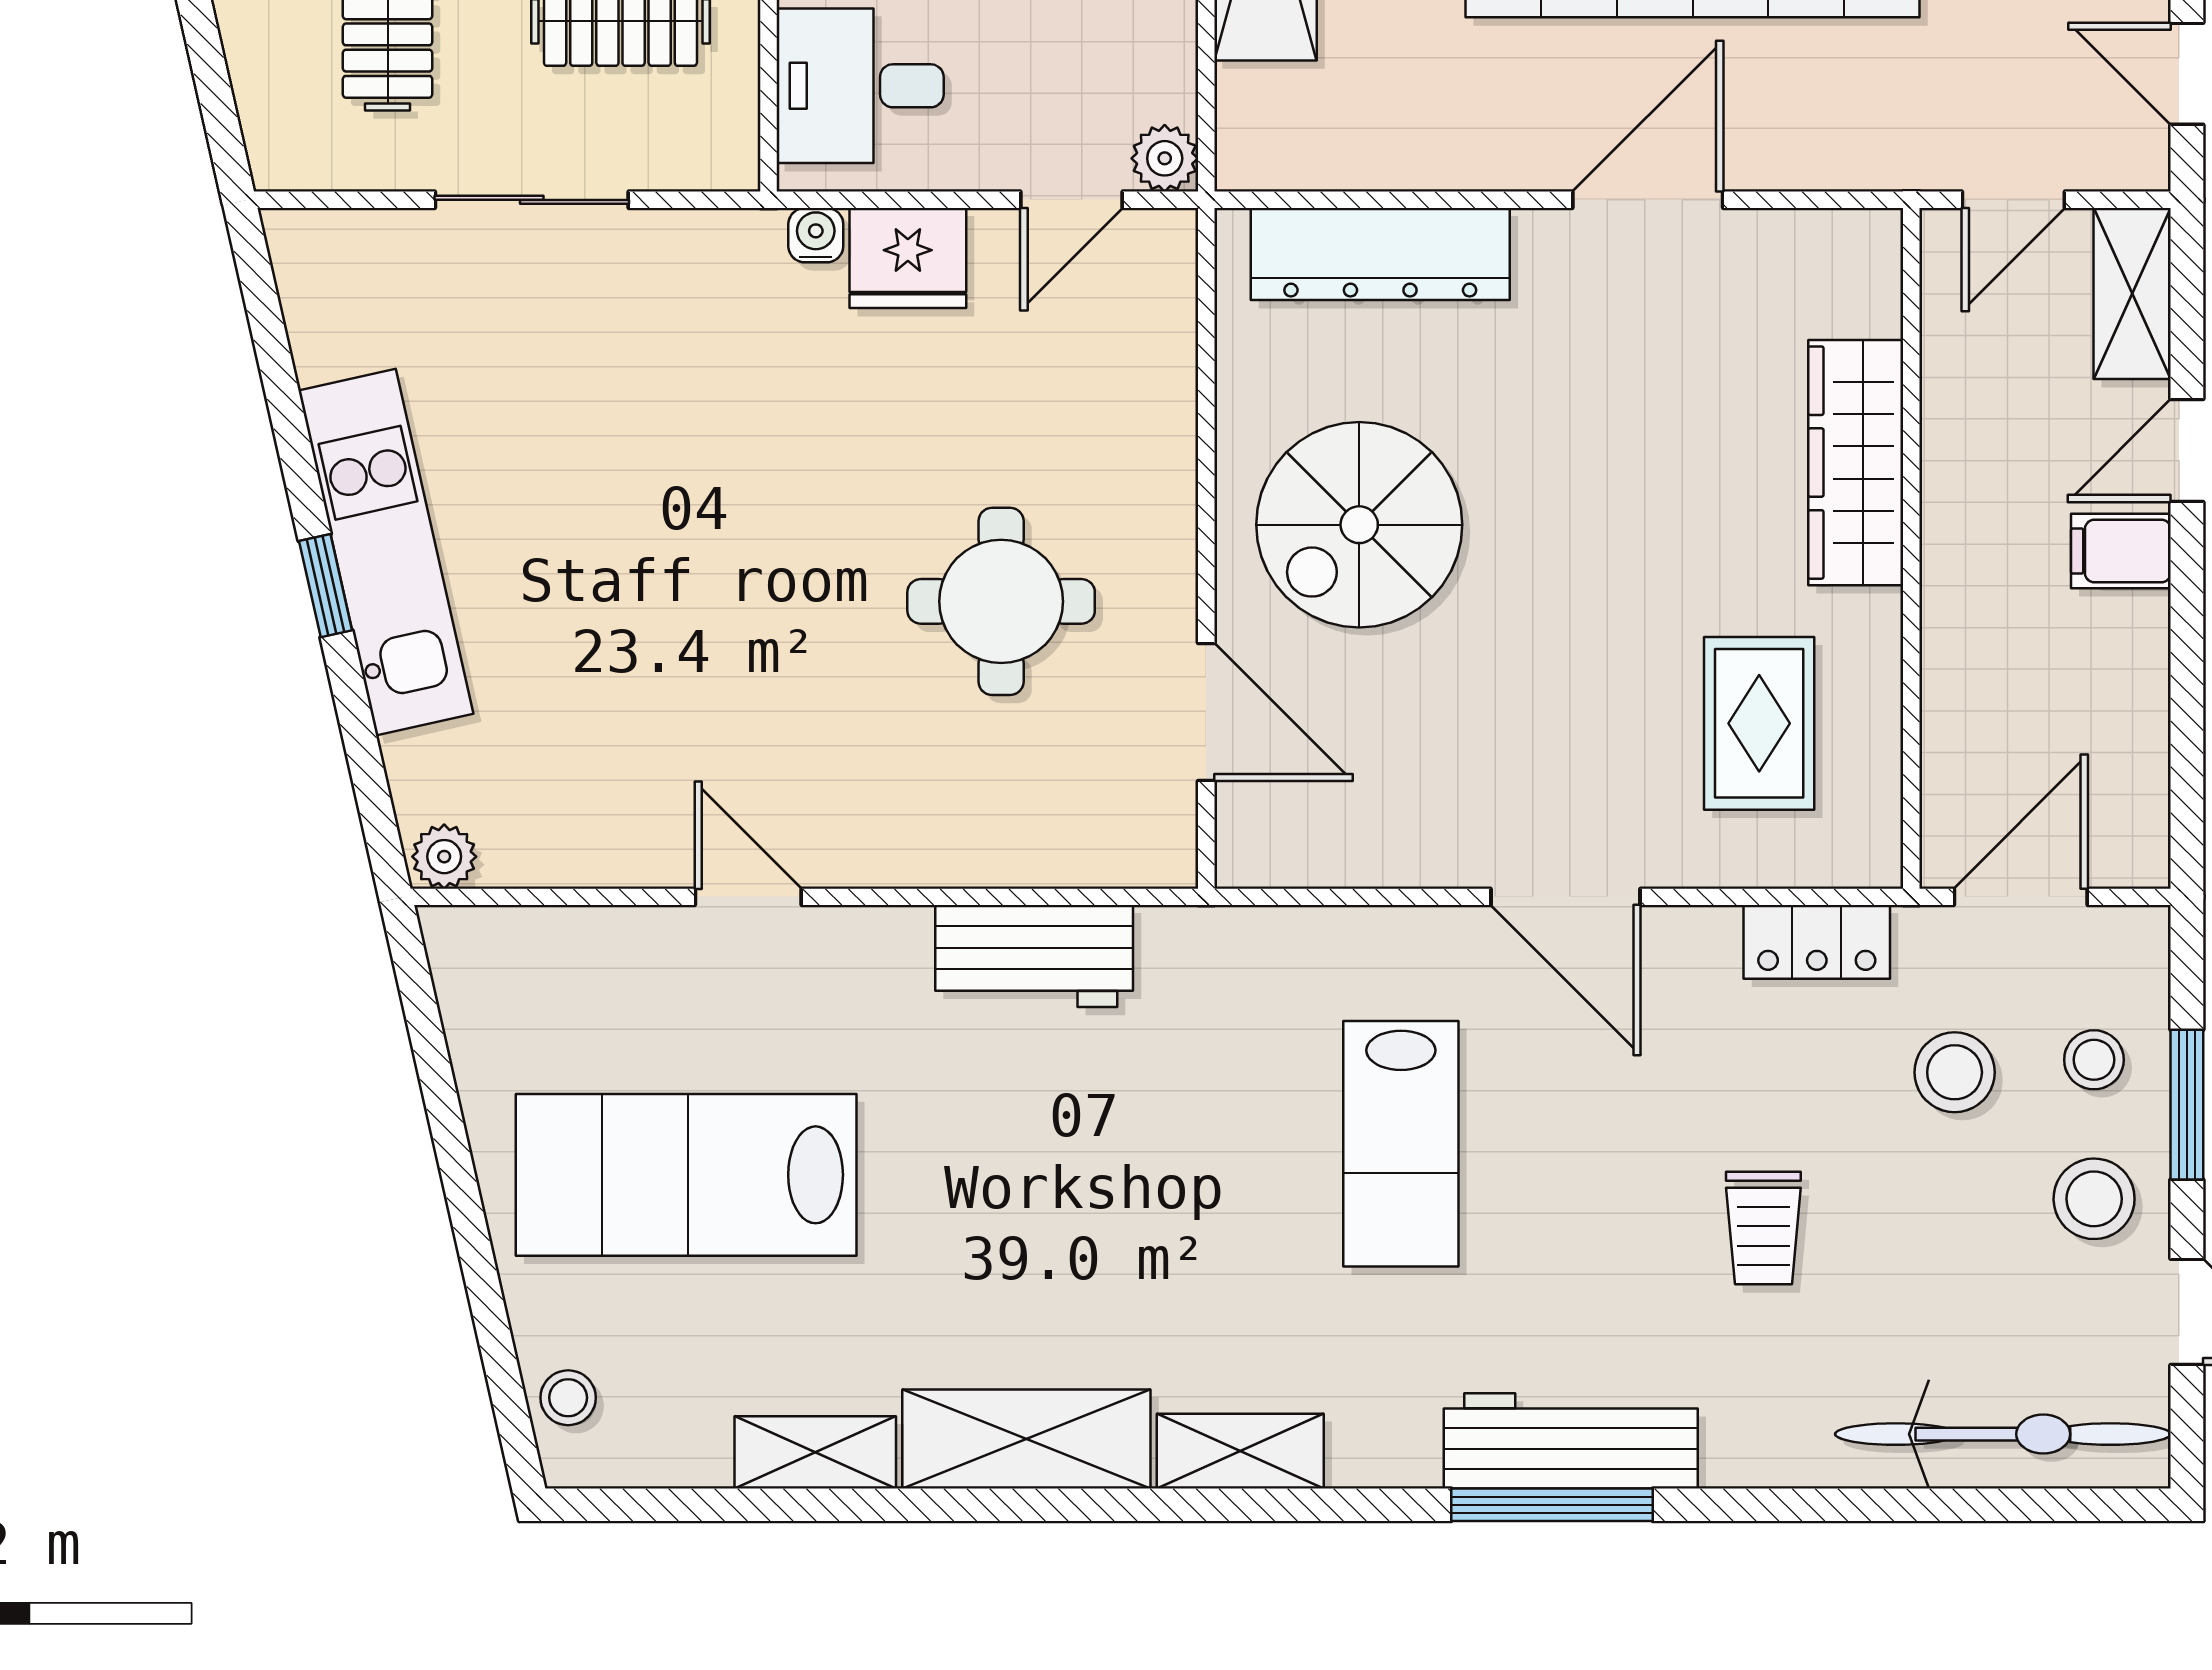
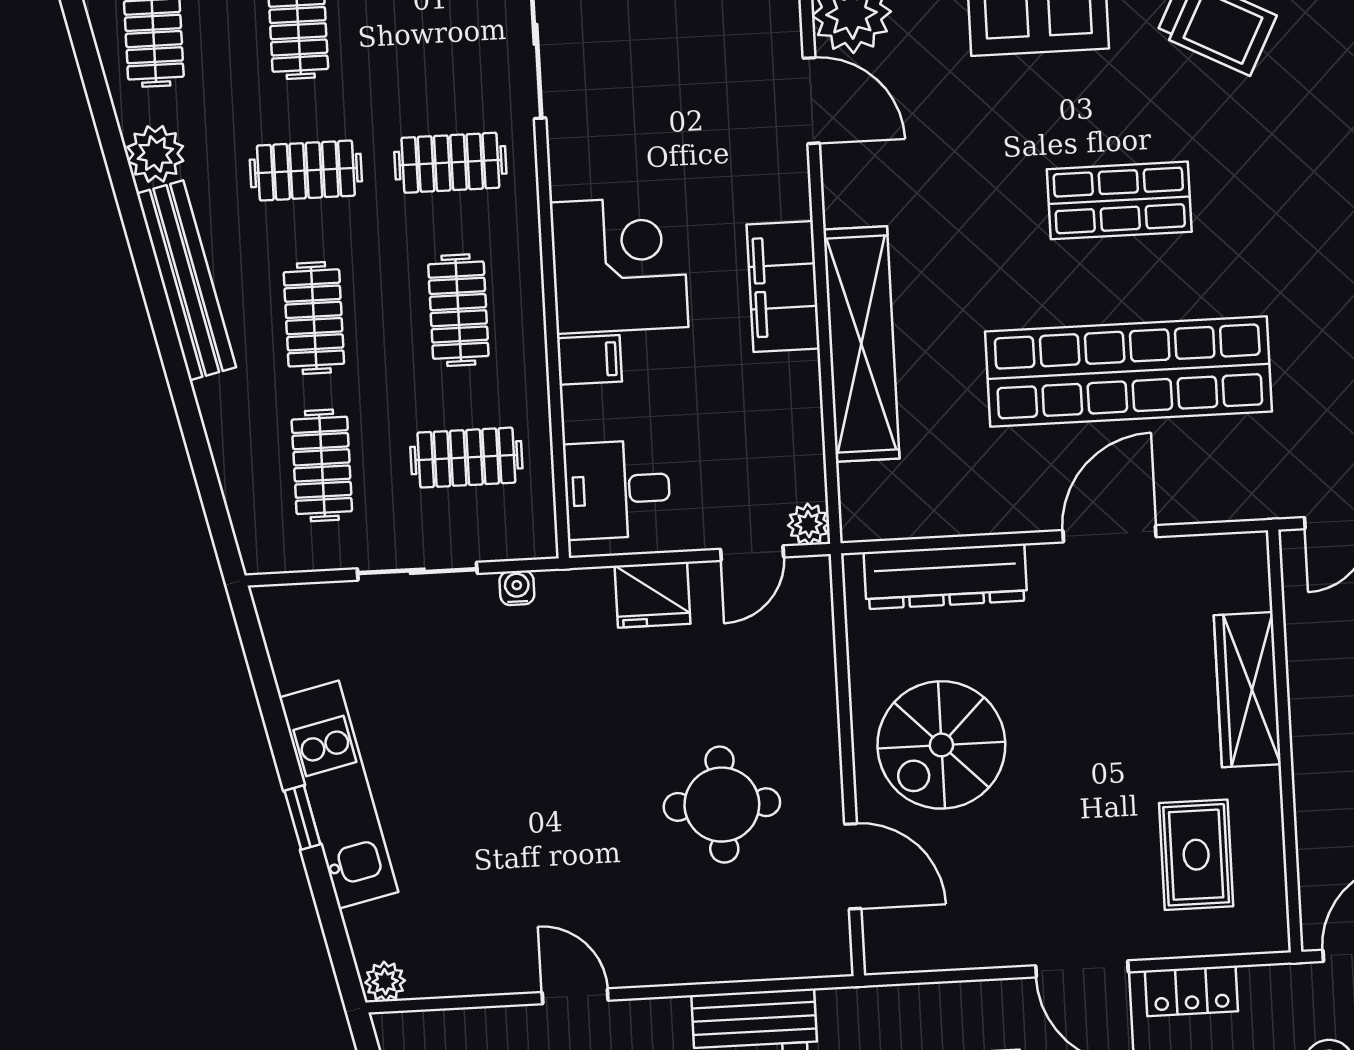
water cooler: (816, 235) -> (517, 588), moved
locker: (1817, 942) -> (1191, 991), moved

